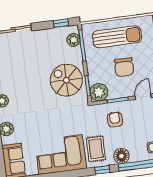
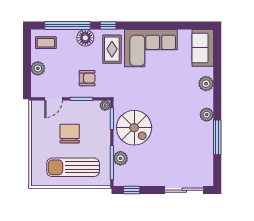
plant: (74, 40) -> (120, 158), moved
plant: (99, 92) -> (105, 105), width x0.53, depth x0.53
armchair: (115, 120) -> (87, 78), turned -90

